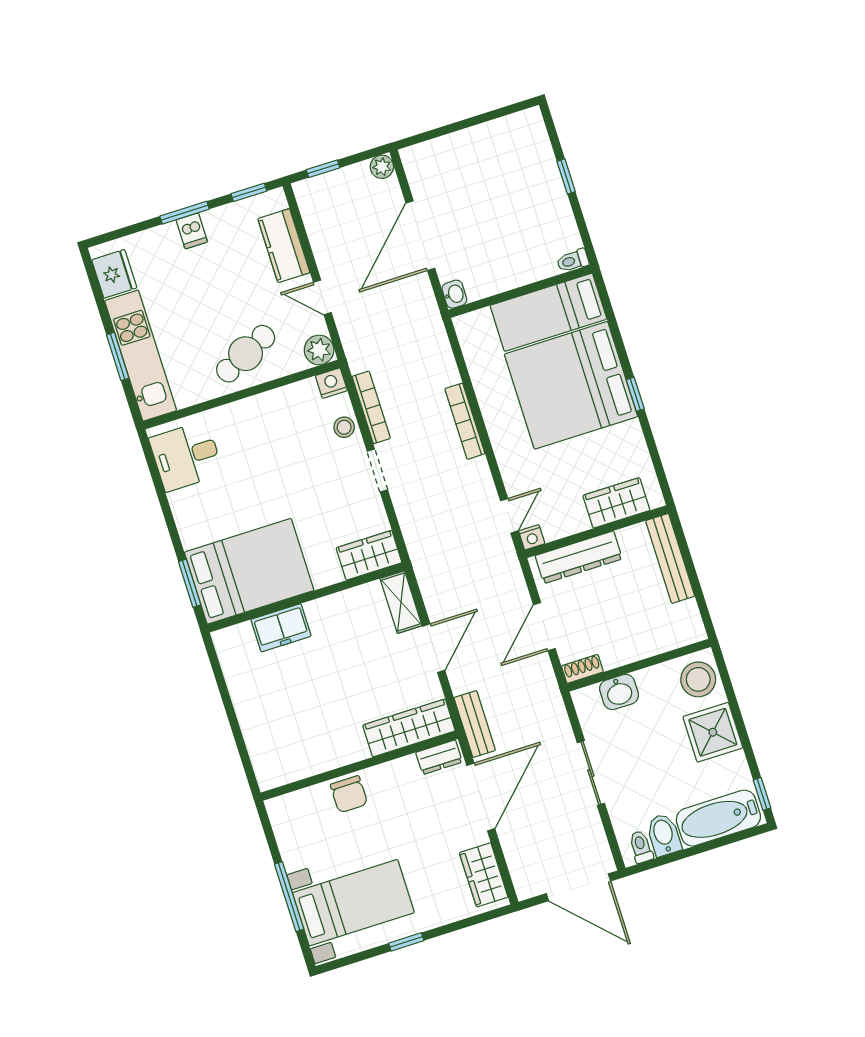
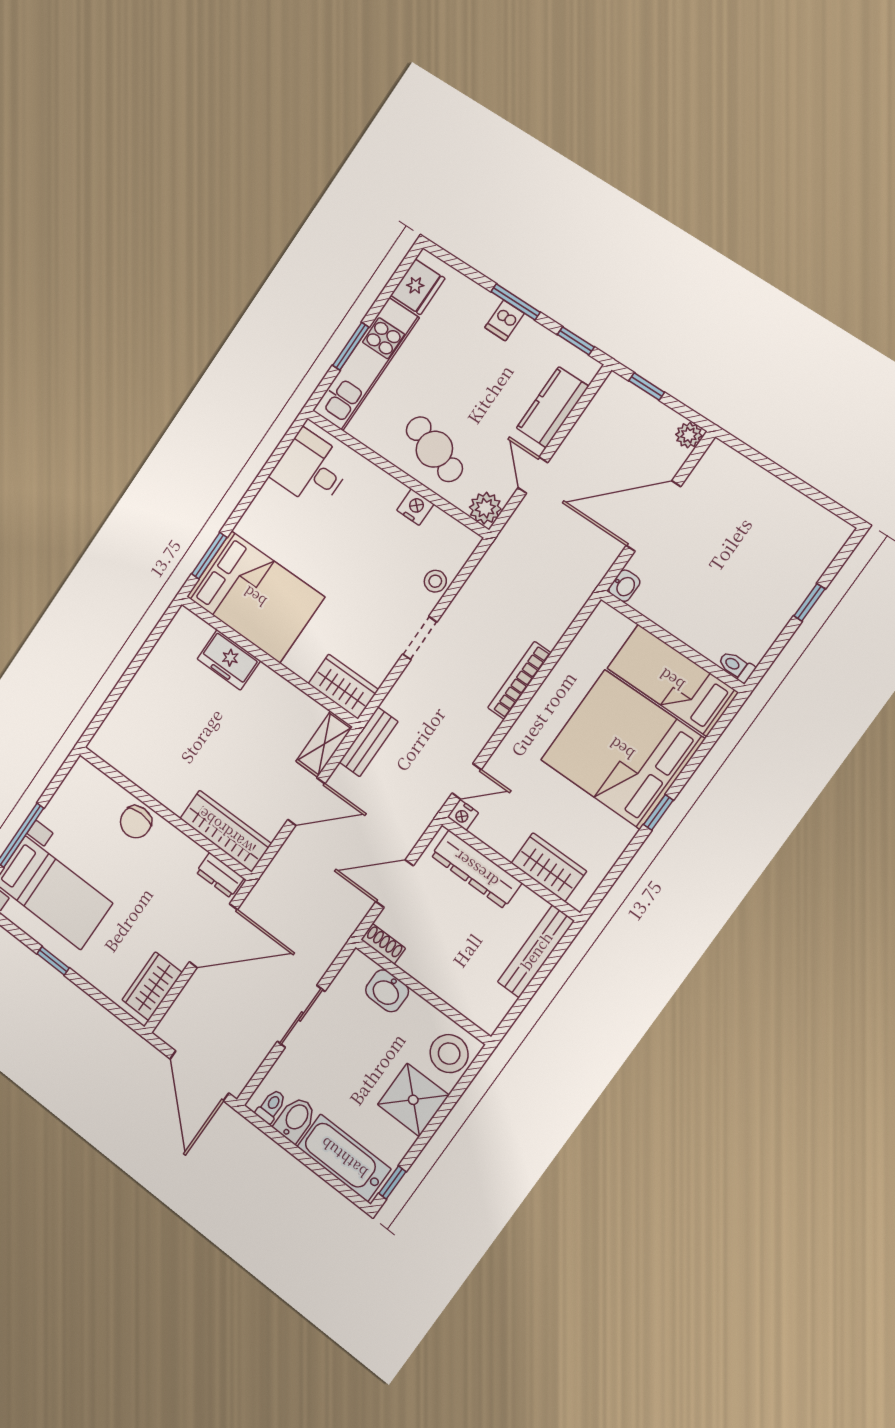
cafe table: (246, 354) -> (434, 449), turned 44
nightstand: (331, 383) -> (415, 507), moved
bookcase: (371, 407) -> (470, 591), removed
bench: (475, 724) -> (369, 742), moved

